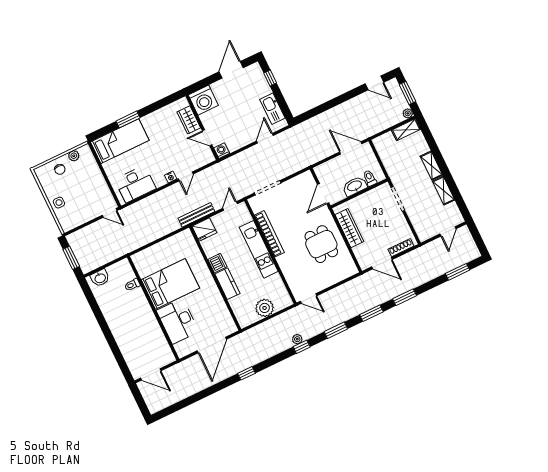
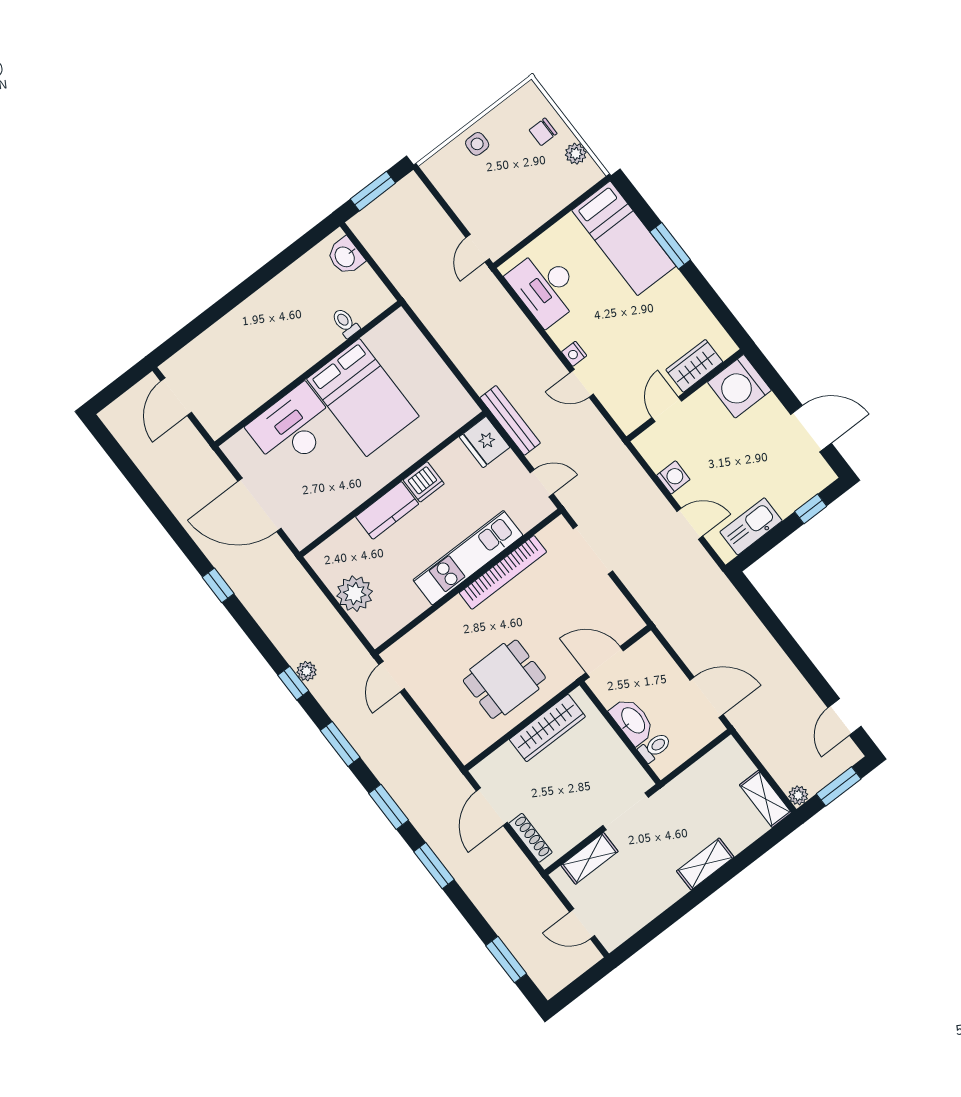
door: (351, 148) -> (706, 697), hinge flipped
washing machine: (222, 151) -> (673, 477), moved
shelving: (444, 191) -> (589, 858), moved

